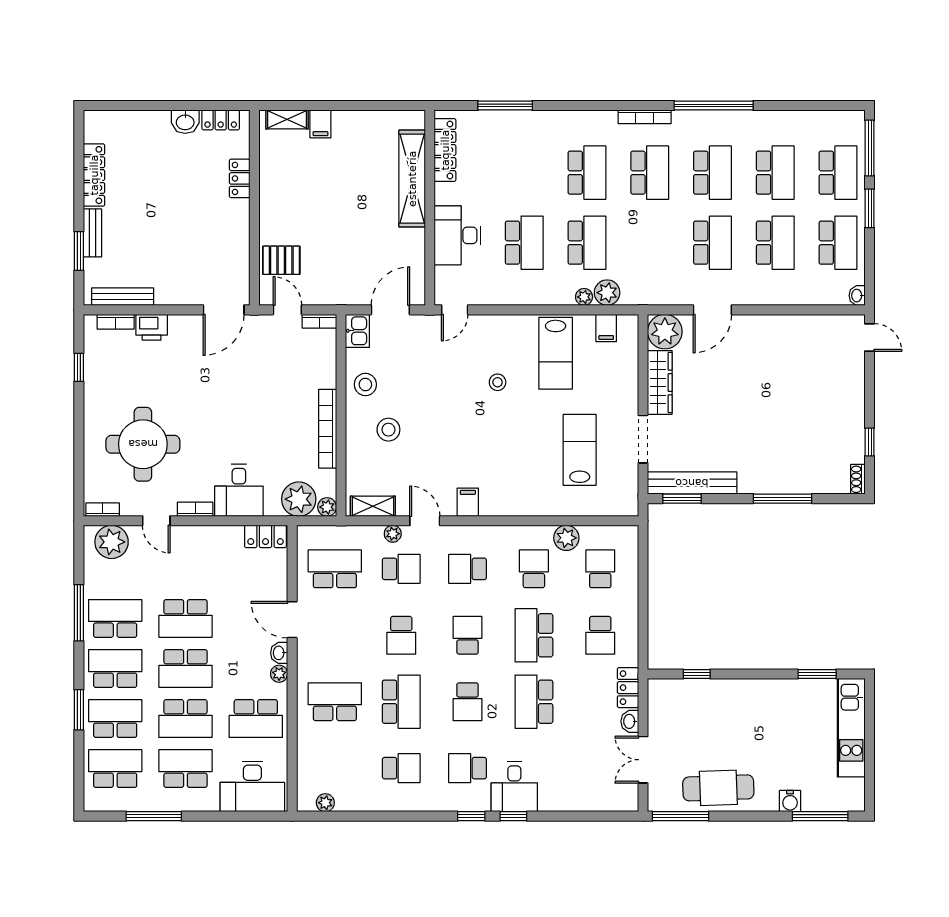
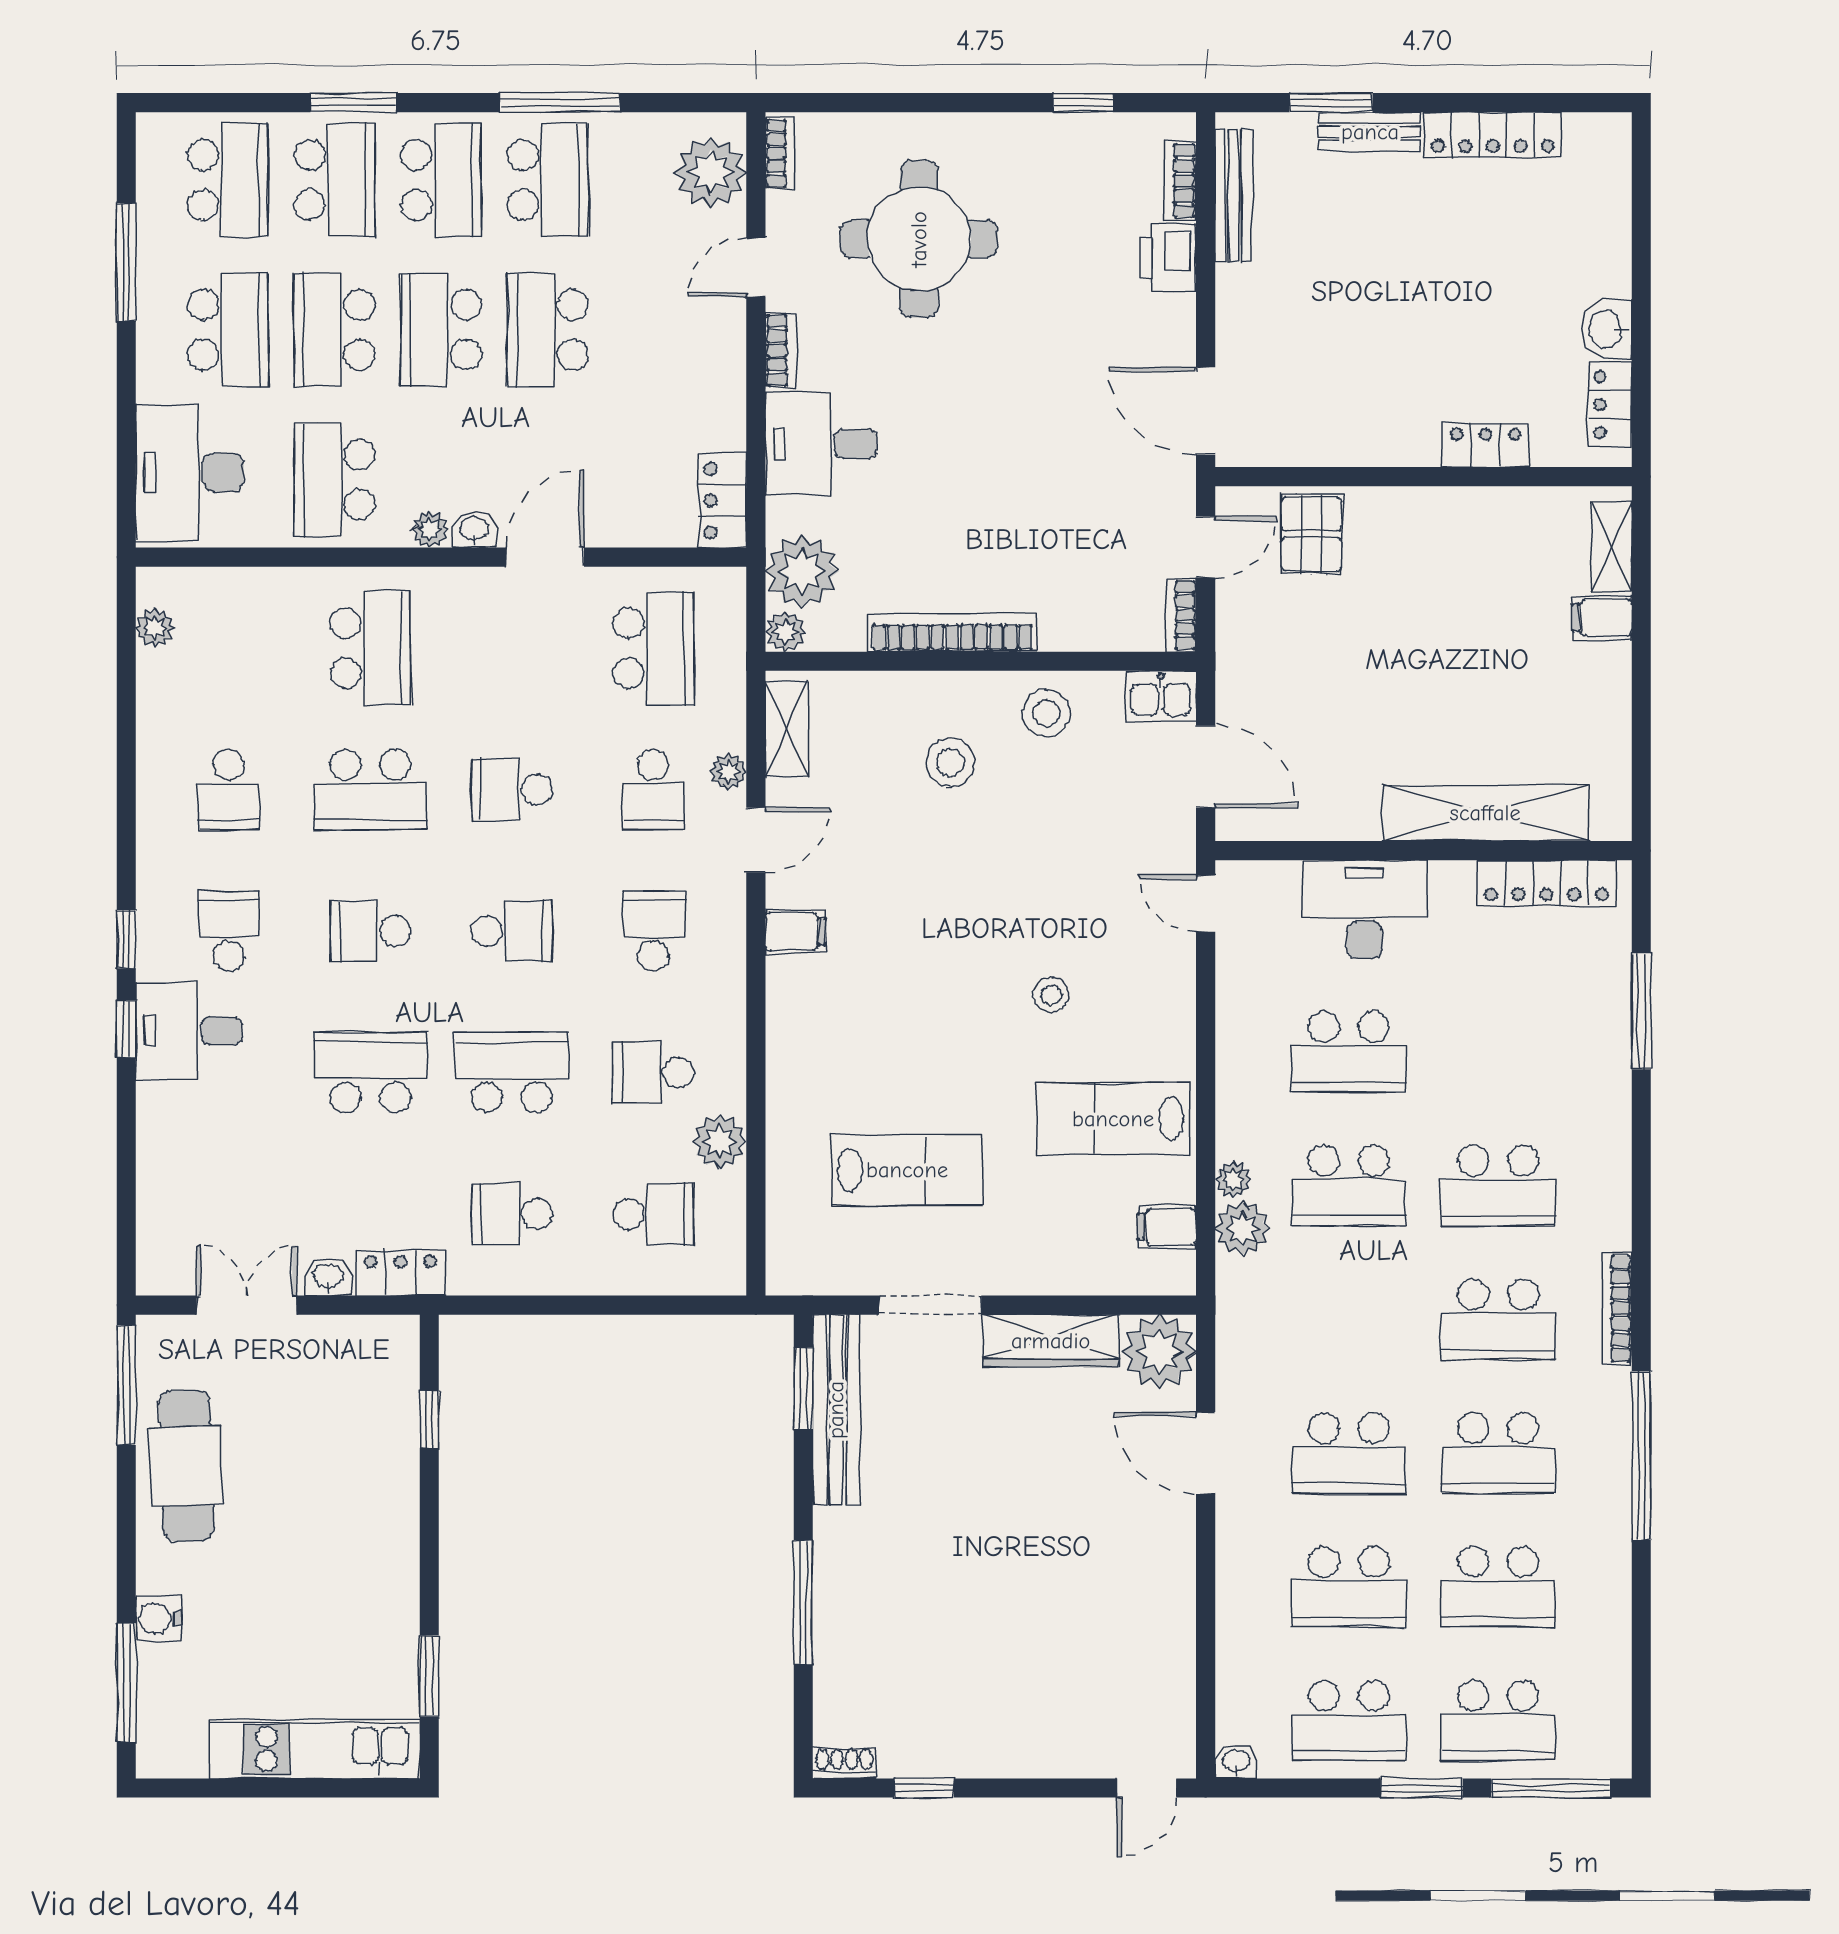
school desk: (534, 569) -> (653, 1073), turned 180

